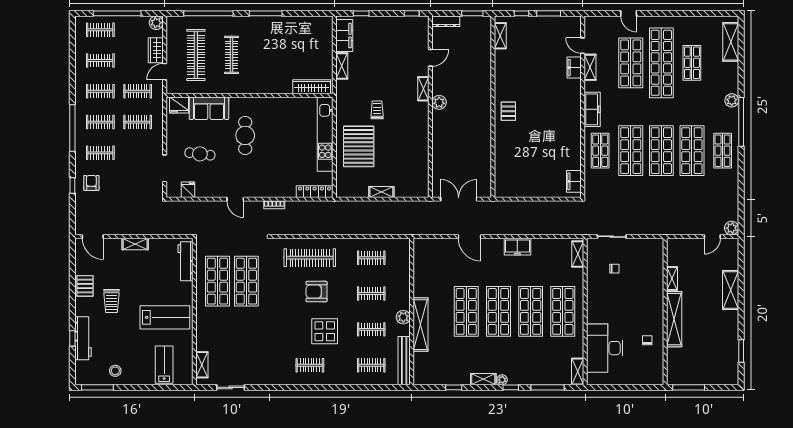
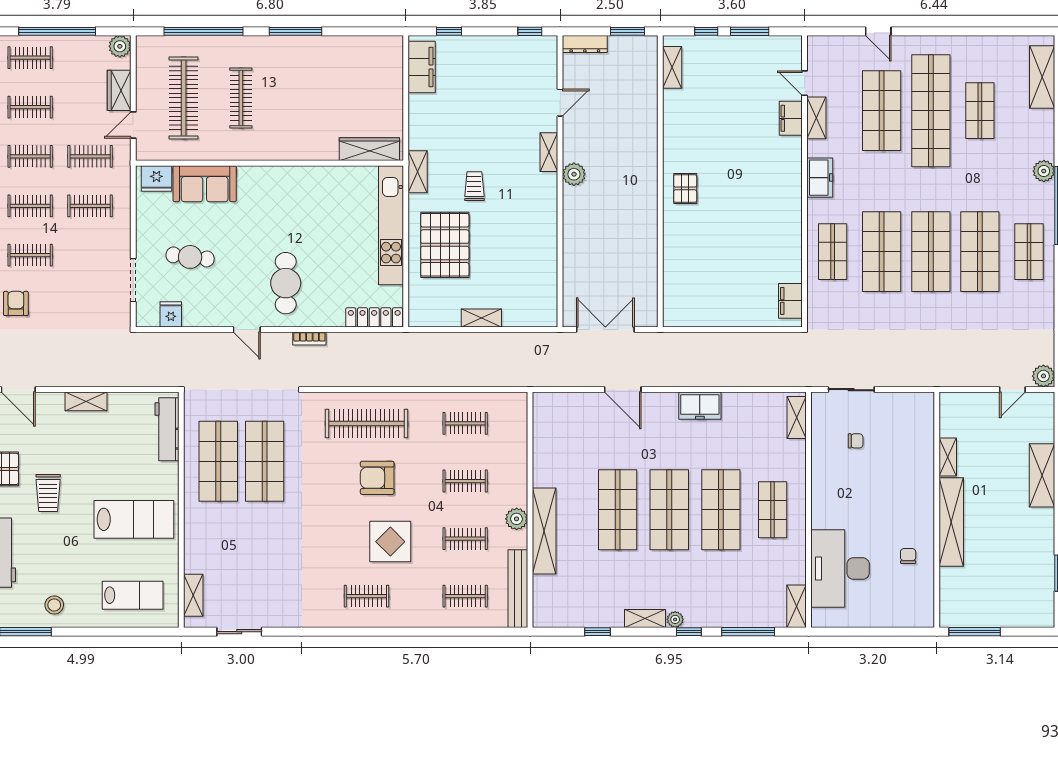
shelving: (342, 66) -> (418, 172), moved
freezer: (592, 109) -> (820, 178), width x0.71
cafe table: (245, 135) -> (286, 283), moved
shop shelf: (563, 311) -> (773, 510), width x0.70, depth x0.74
lab bench: (164, 365) -> (133, 595), turned 90

